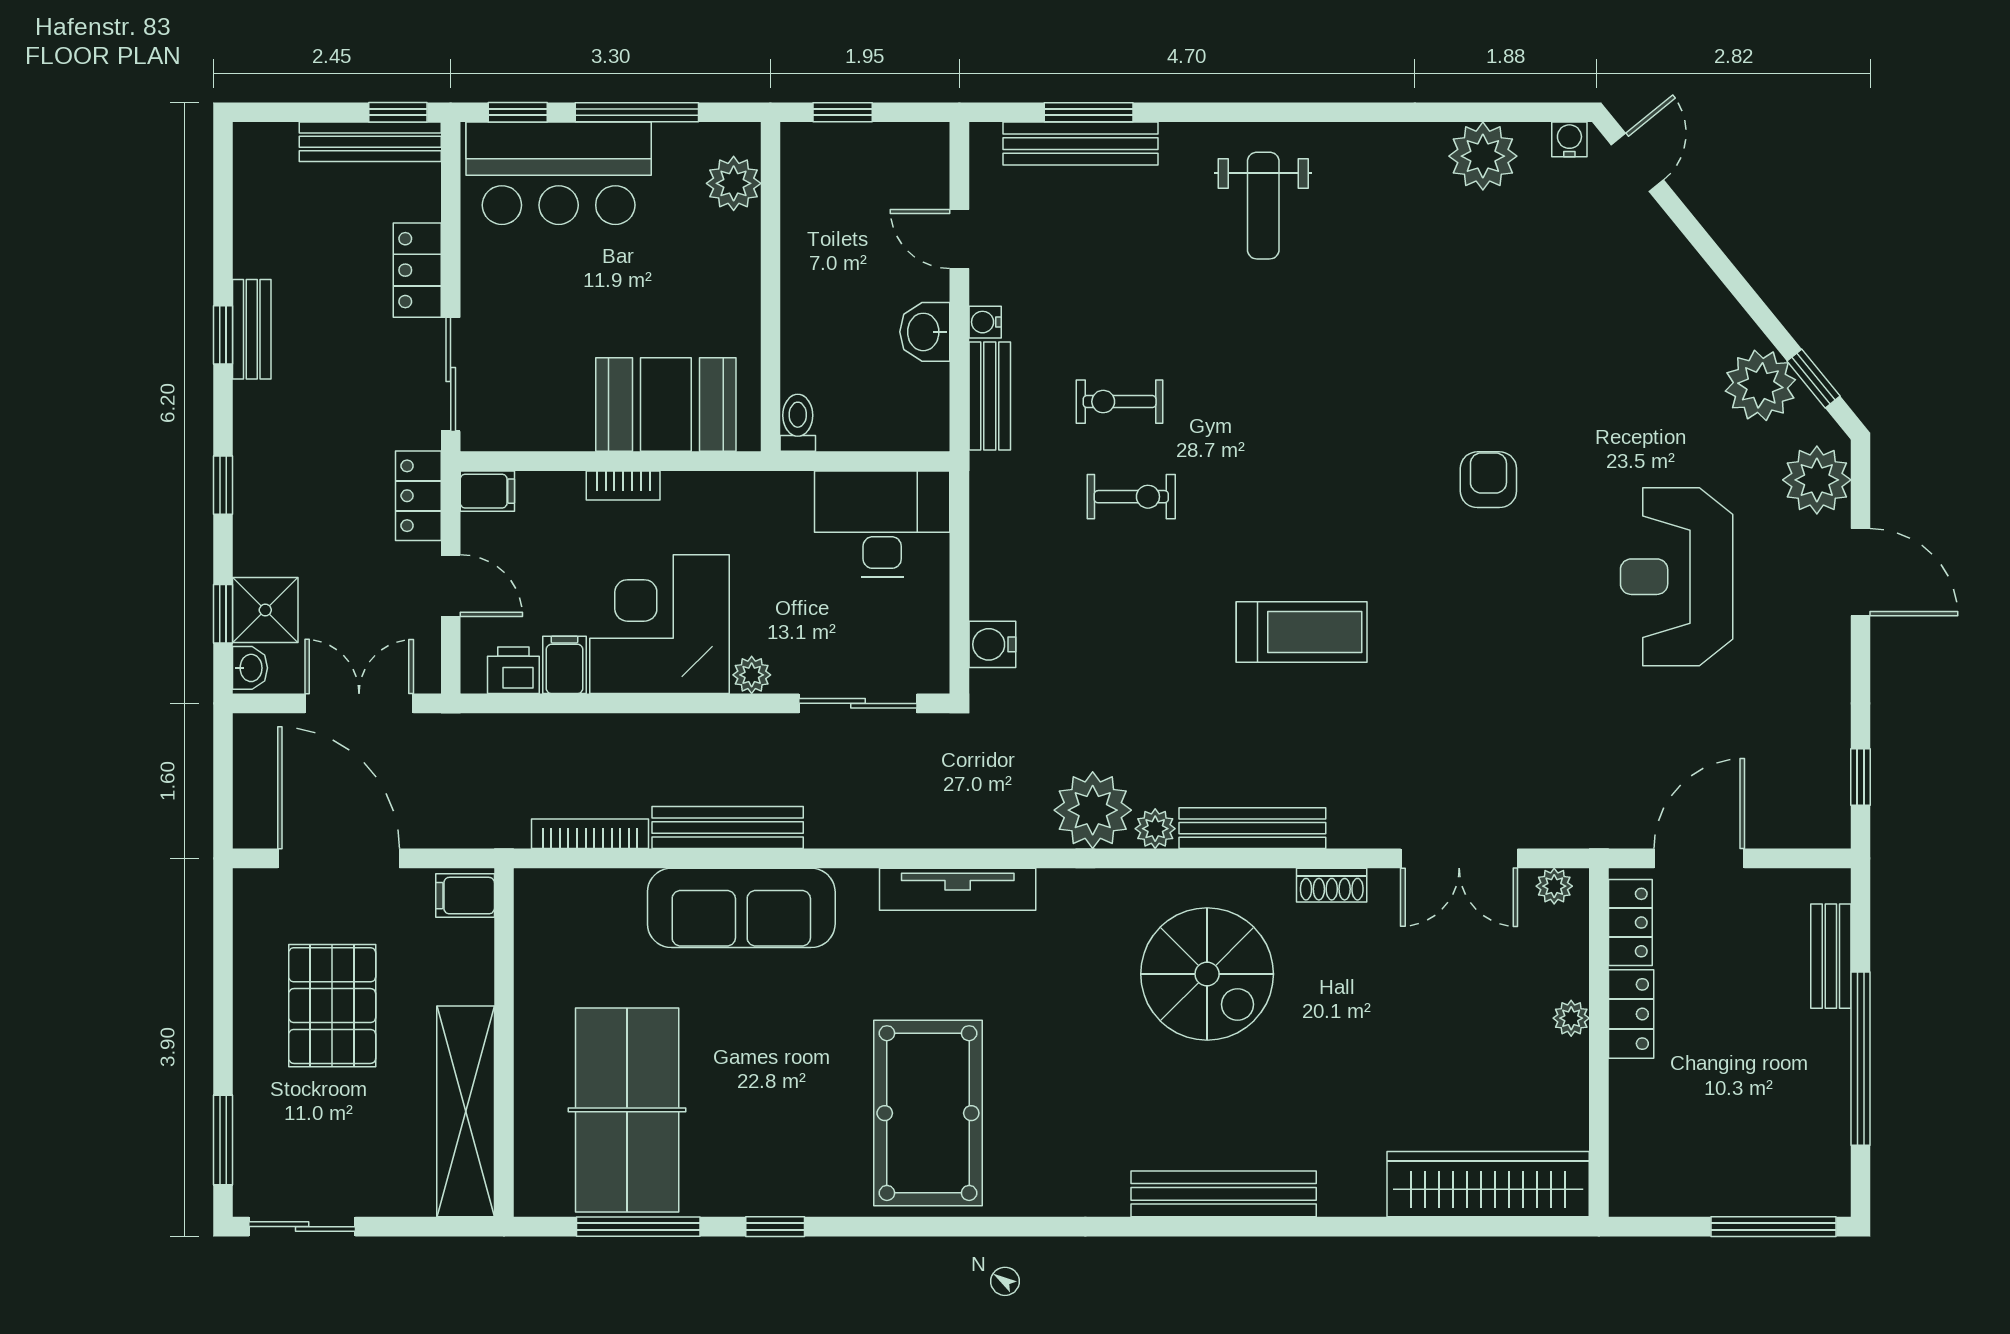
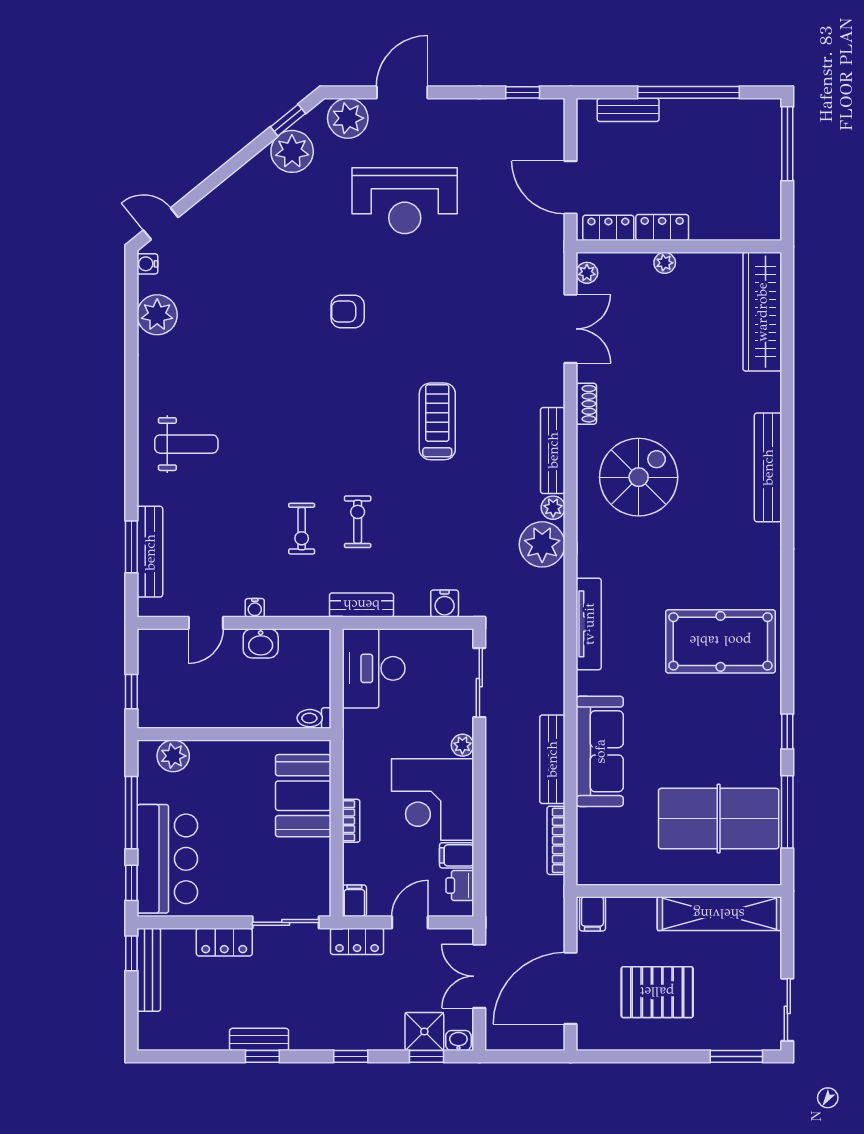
bench: (990, 396) -> (361, 605), moved

